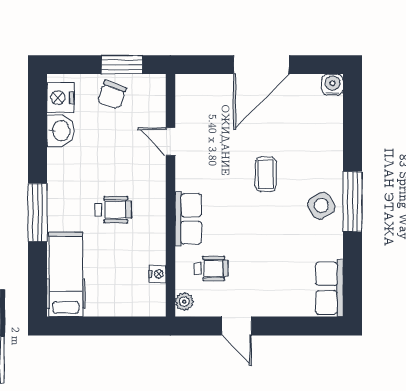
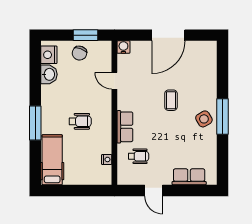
water cooler: (332, 85) -> (123, 47), moved
row of seats: (329, 288) -> (189, 177), moved, turned 90
plant: (184, 302) -> (123, 176), removed

